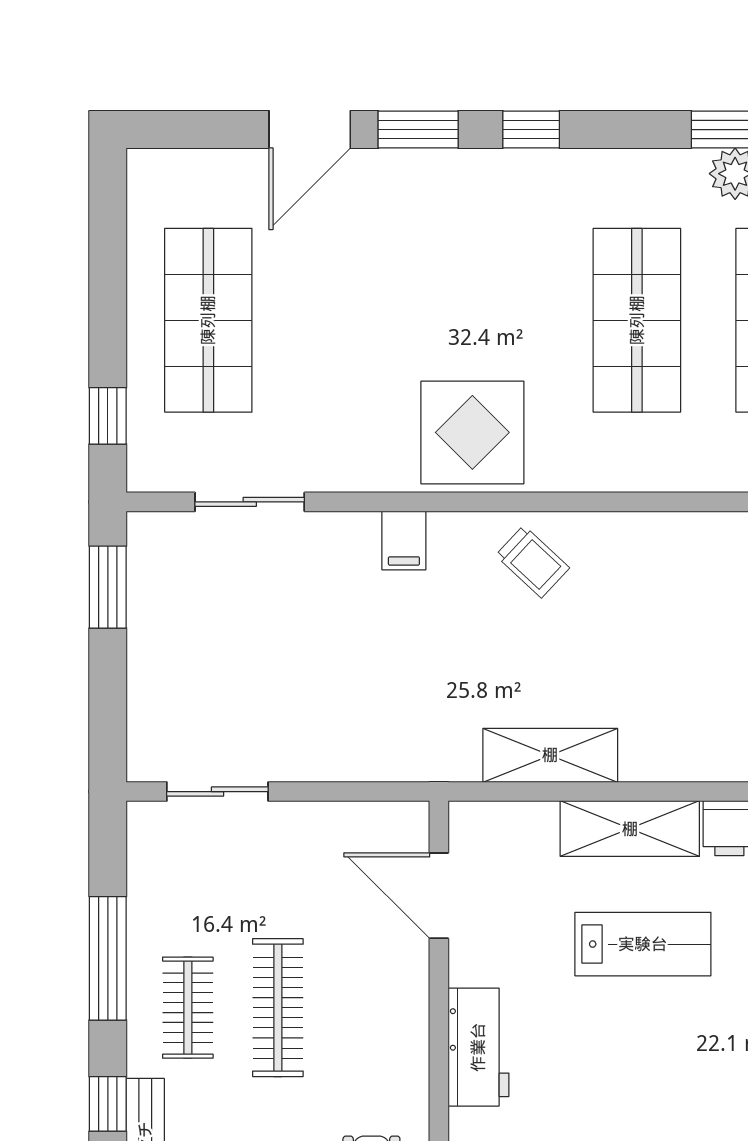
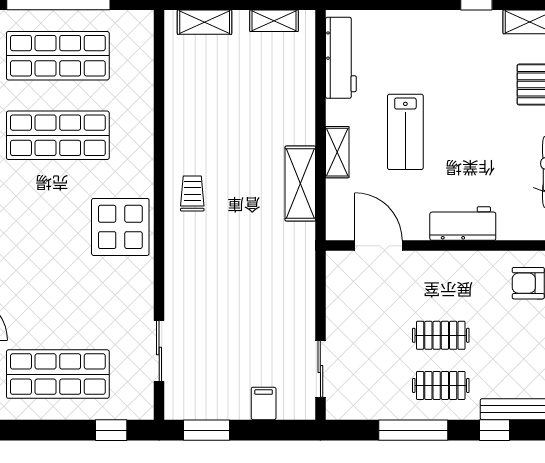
filing cabinet: (404, 540) -> (264, 403), moved, turned -90
trolley: (532, 562) -> (192, 193), turned -43
shelving: (630, 829) -> (337, 152), width x0.67, depth x0.75
door: (439, 896) -> (378, 246), swing flipped
lab bench: (643, 944) -> (405, 132), turned 180
clothes rail: (278, 1008) -> (441, 335), width x0.73

